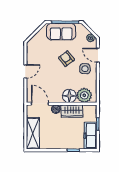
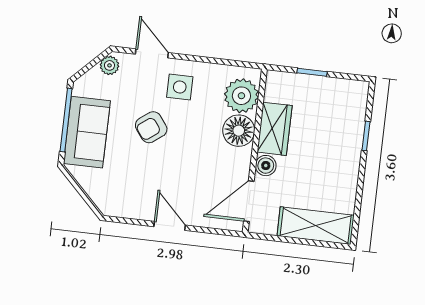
door: (98, 55) -> (152, 53), swing flipped
freezer: (90, 136) -> (337, 92), removed

